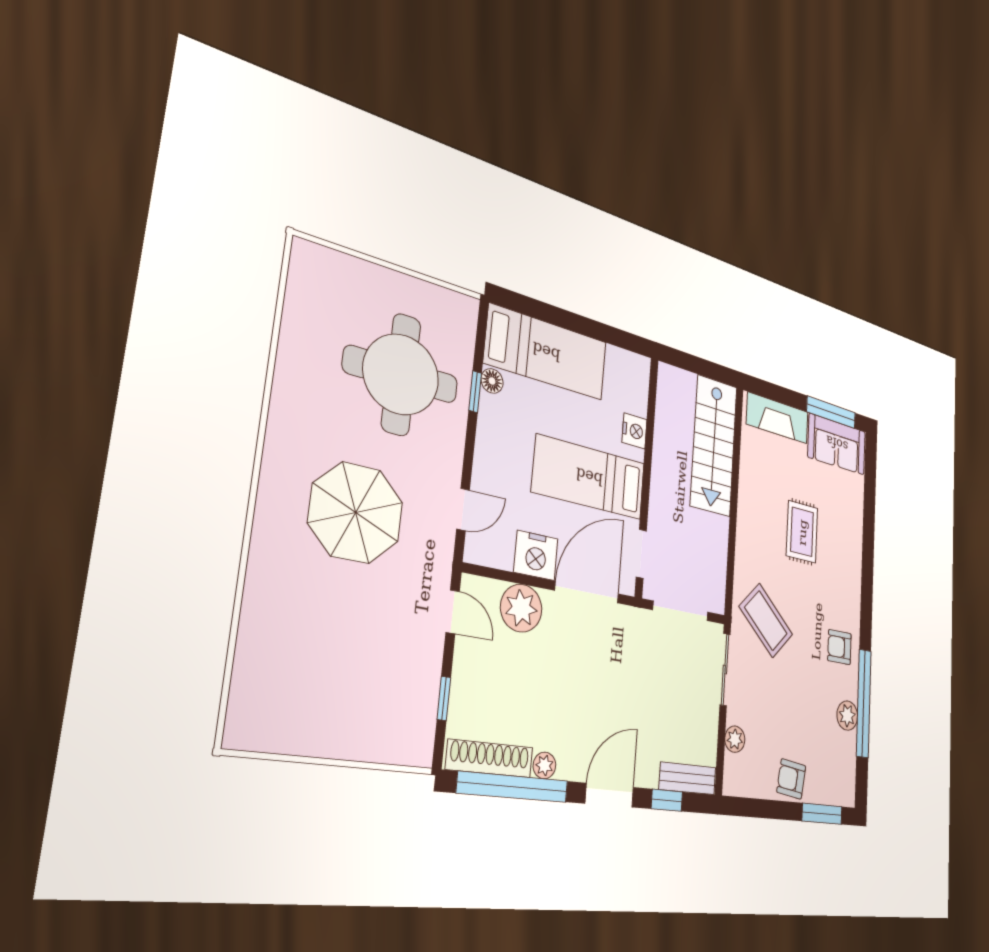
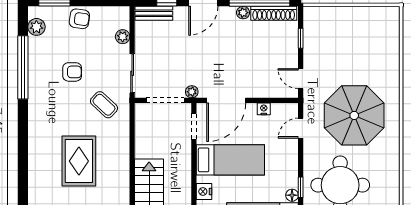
parasol: (356, 513) -> (354, 115), width x1.36, depth x1.36
rug: (802, 532) -> (79, 161), width x1.36, depth x1.43
nightstand: (536, 555) -> (264, 109), width x0.53, depth x0.56
plant: (521, 608) -> (192, 92), moved, width x0.53, depth x0.53
coffee table: (766, 621) -> (104, 105), width x0.73, depth x0.77
armchair: (839, 647) -> (72, 72), moved
plant: (847, 716) -> (36, 27), moved

